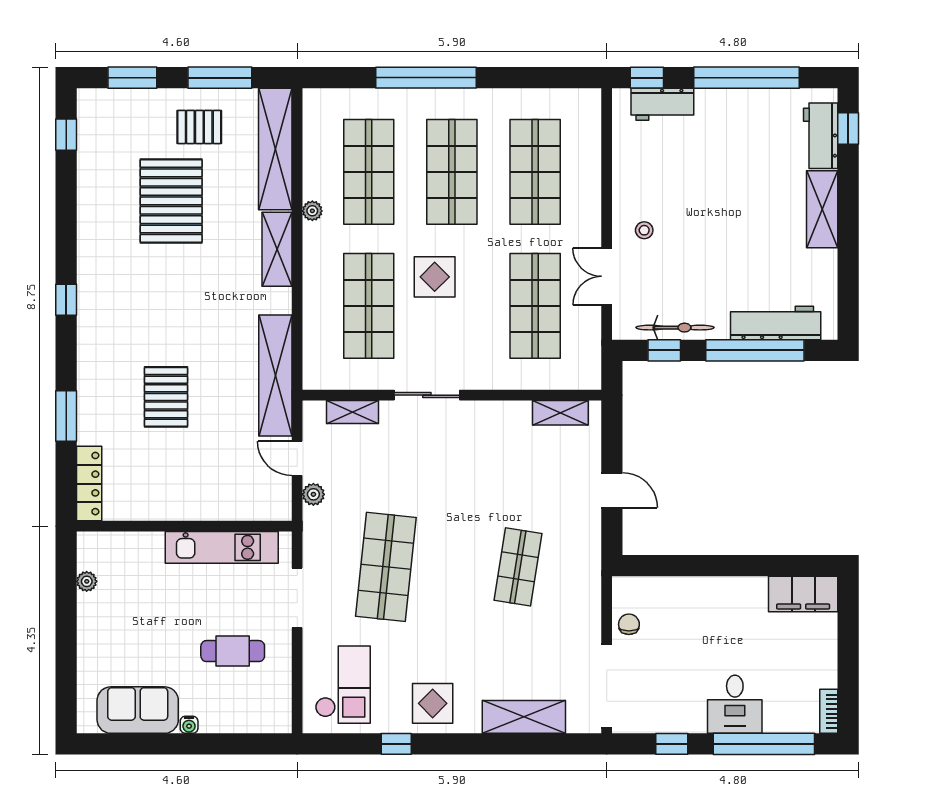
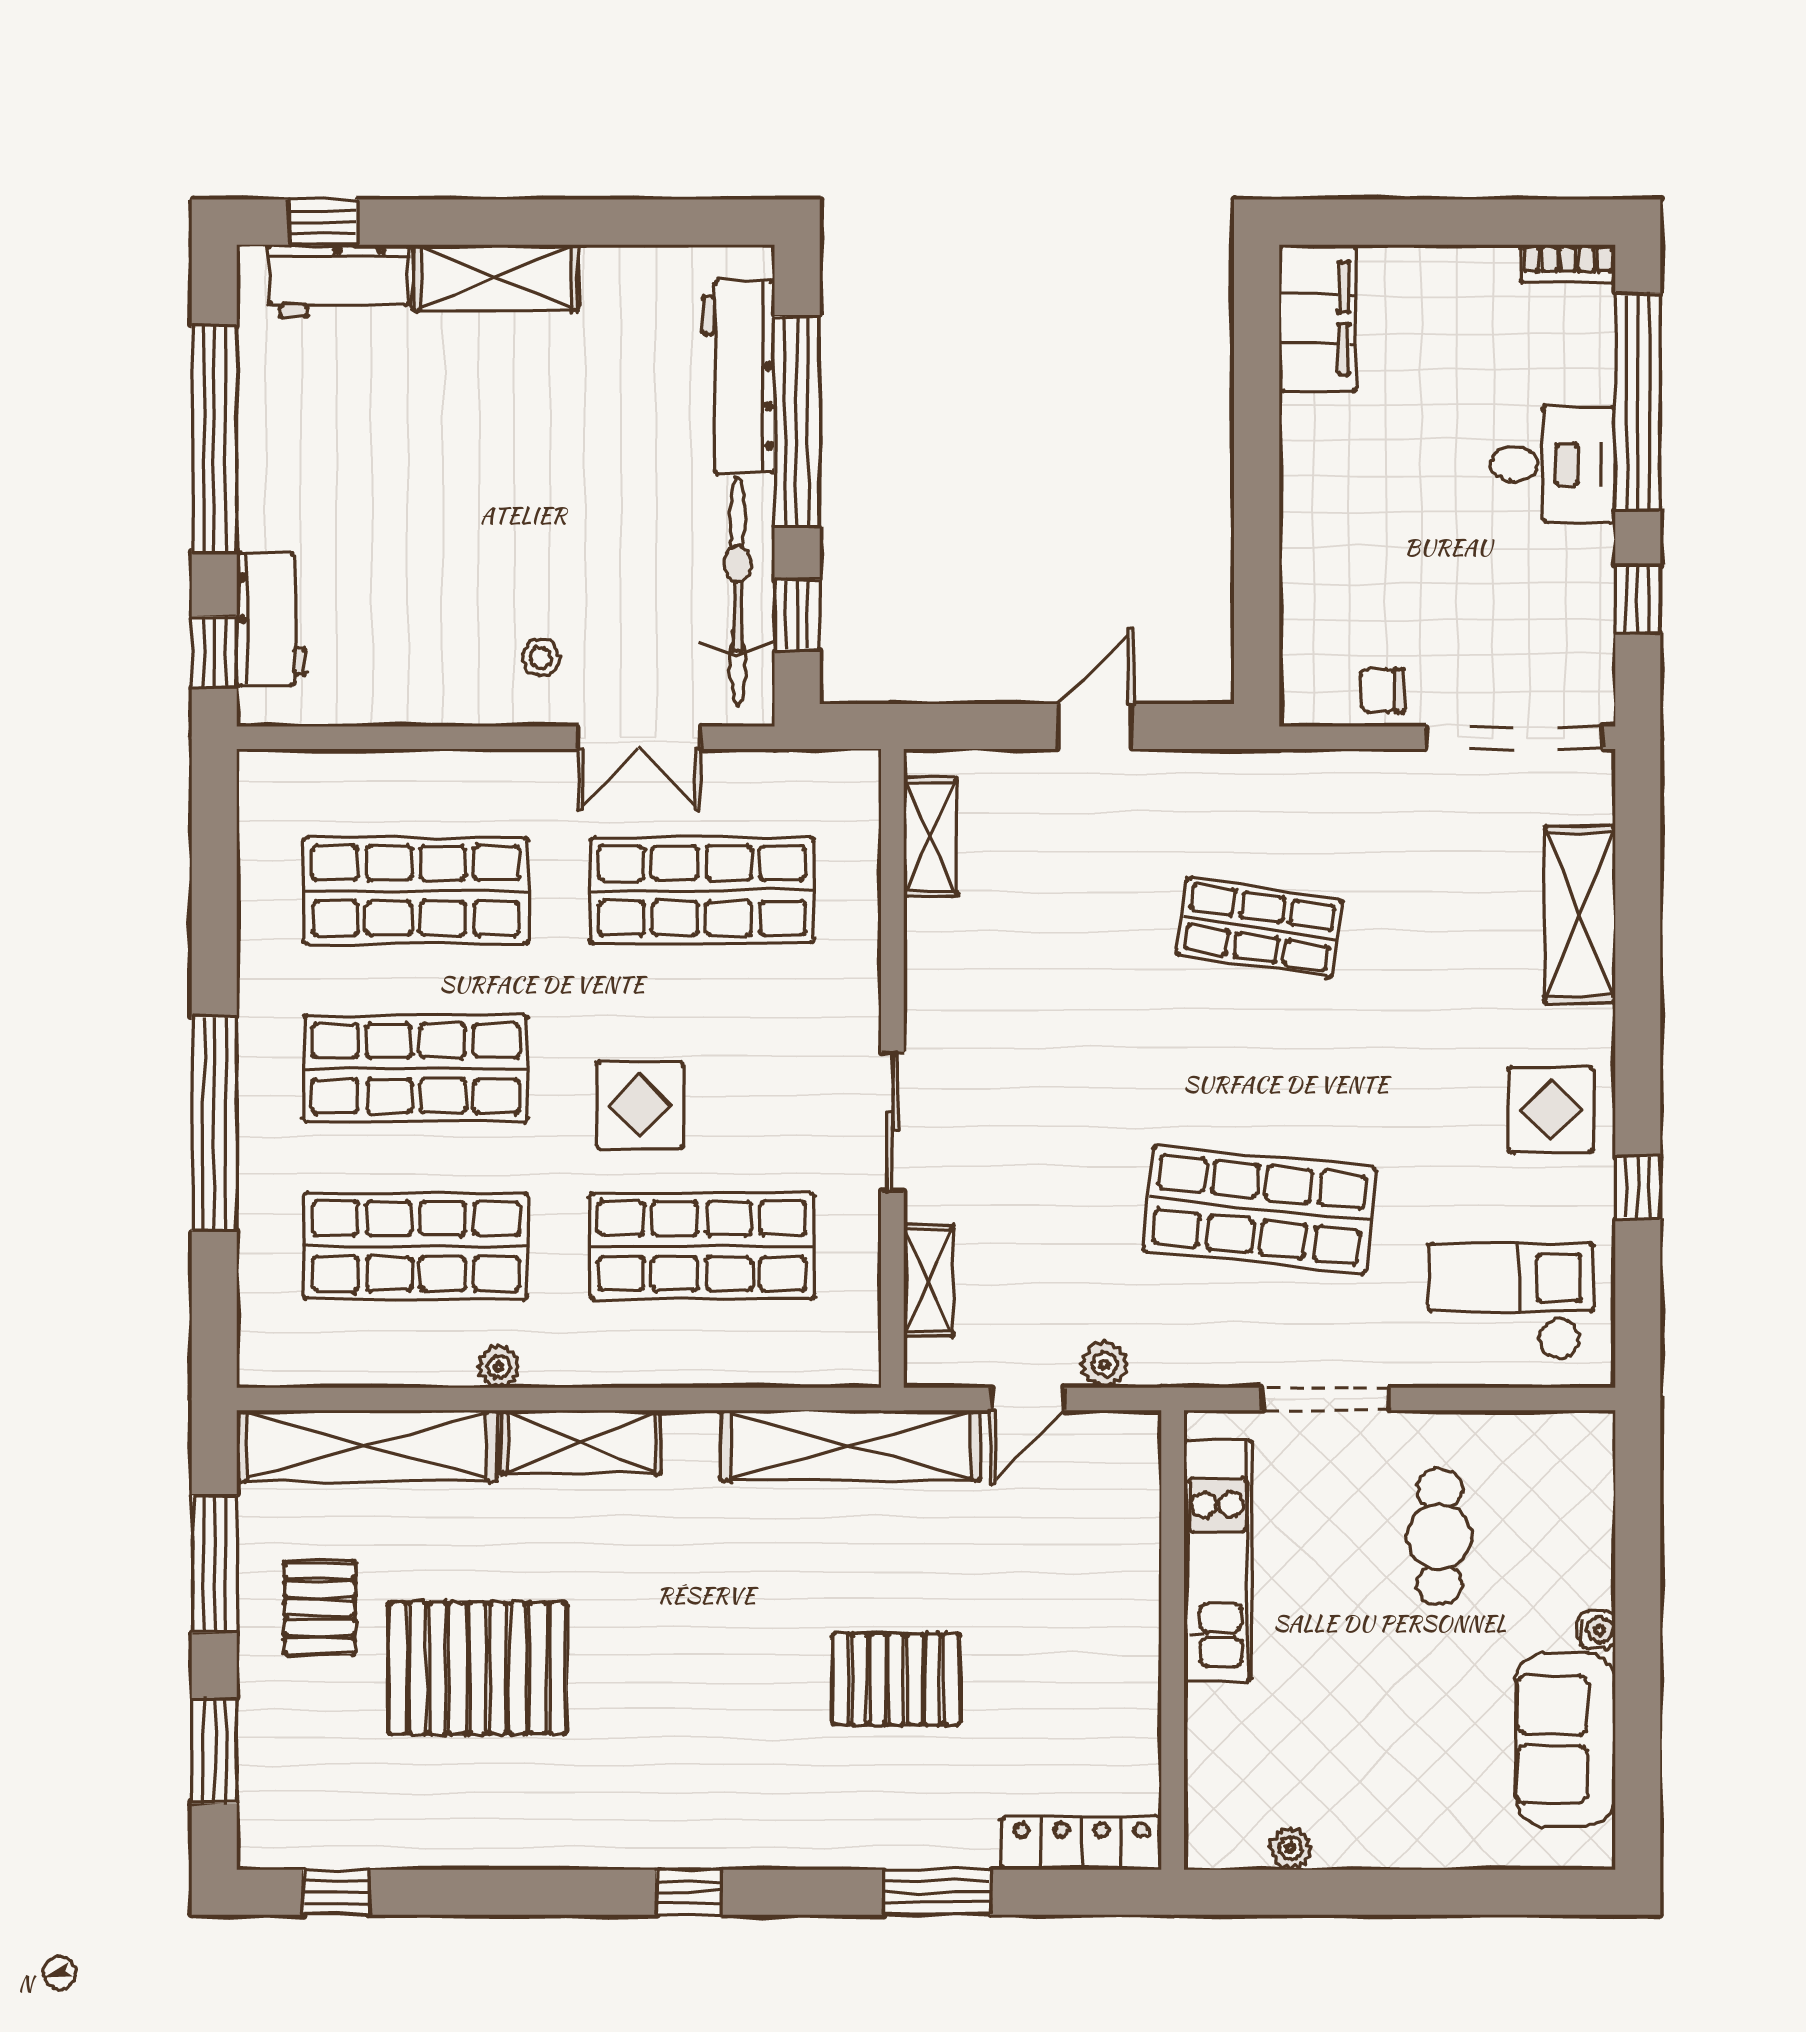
bicycle: (675, 328) -> (738, 592), width x1.37, depth x1.40

